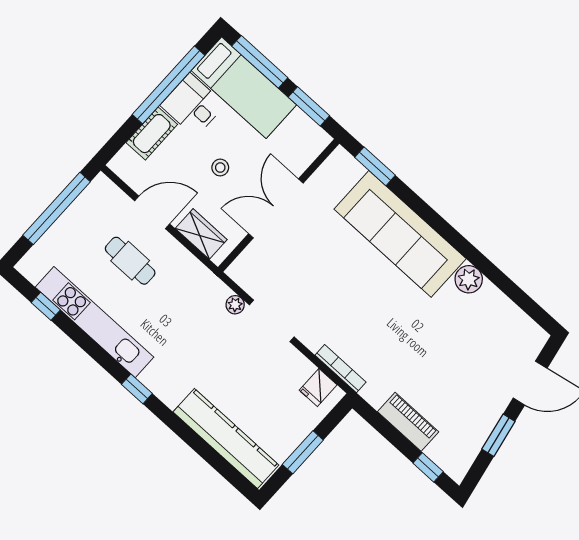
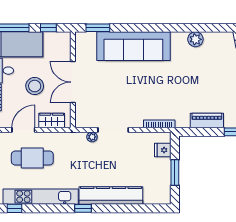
window: (309, 106) -> (48, 28), width x0.67
stool: (220, 168) -> (35, 86), width x1.89, depth x1.89
cafe table: (130, 261) -> (32, 158), width x1.37, depth x1.35
plant: (469, 279) -> (195, 39), moved
fridge: (318, 387) -> (163, 150), moved, turned 90
kitchen counter: (226, 439) -> (111, 195), moved

